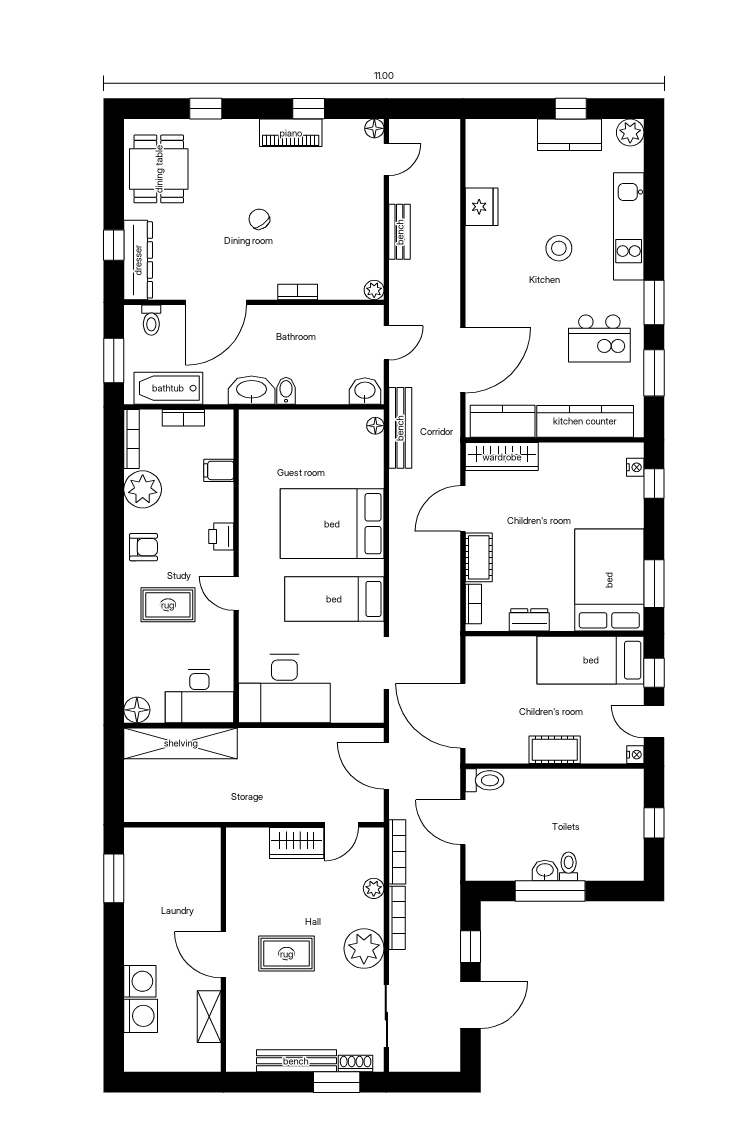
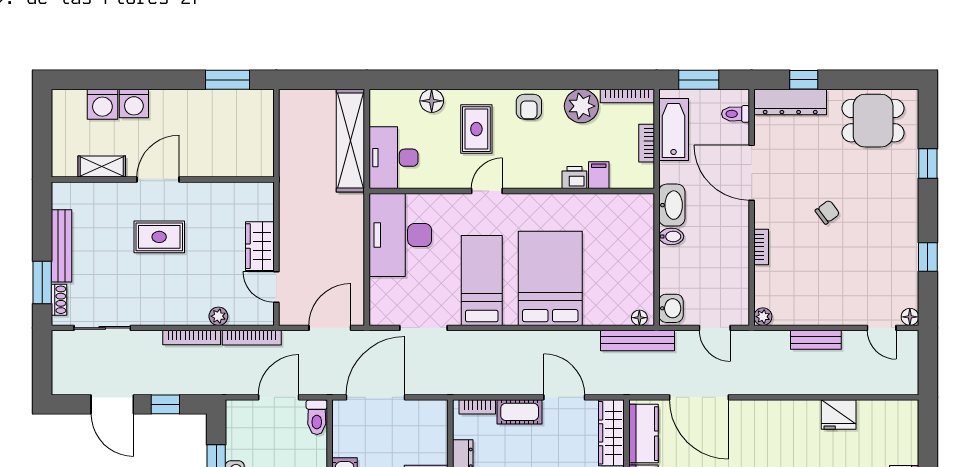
piano: (291, 133) -> (906, 241), removed
printer: (221, 536) -> (574, 178), moved
floor lamp: (137, 710) -> (432, 101), moved
plant: (364, 949) -> (164, 307), removed
rug: (287, 954) -> (159, 237), turned 90

